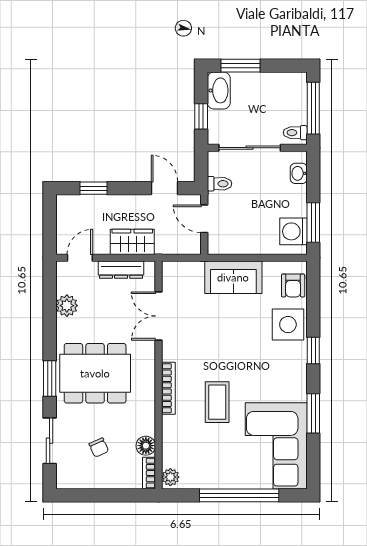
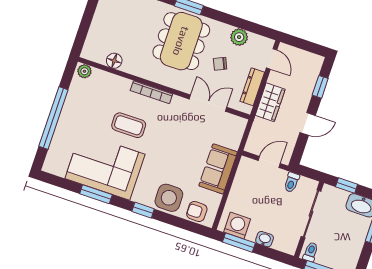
washbasin: (299, 173) -> (265, 239), moved
door: (164, 188) -> (308, 124), moved
corner sofa: (276, 446) -> (105, 166), moved
chair: (99, 448) -> (220, 64), moved
bookcase: (149, 473) -> (93, 56), removed

